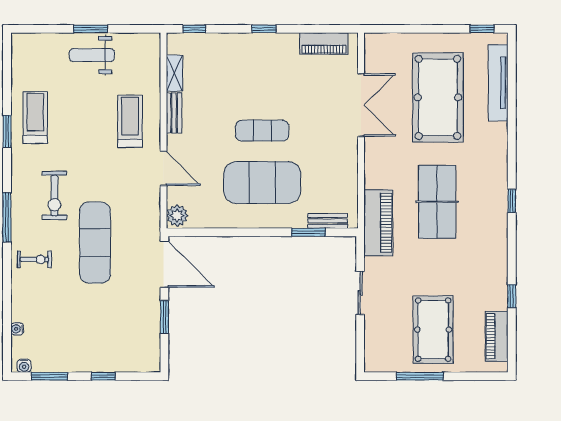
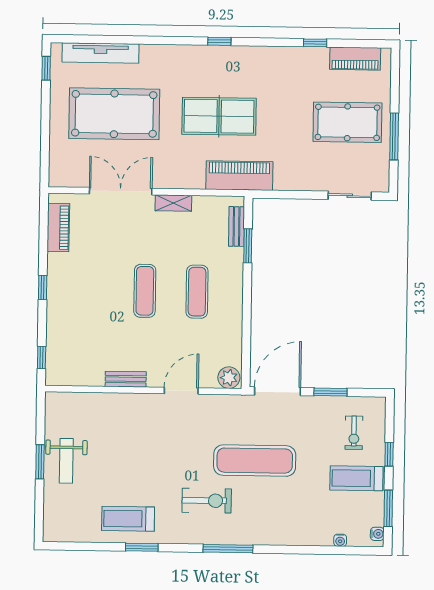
shelving: (174, 73) -> (173, 203), moved
treadmill: (130, 121) -> (356, 478), moved
exercise mat: (262, 183) -> (197, 292), width x0.50, depth x0.69
exercise bike: (34, 259) -> (354, 433), moved, turned 180
sliding door: (360, 293) -> (350, 196), moved

